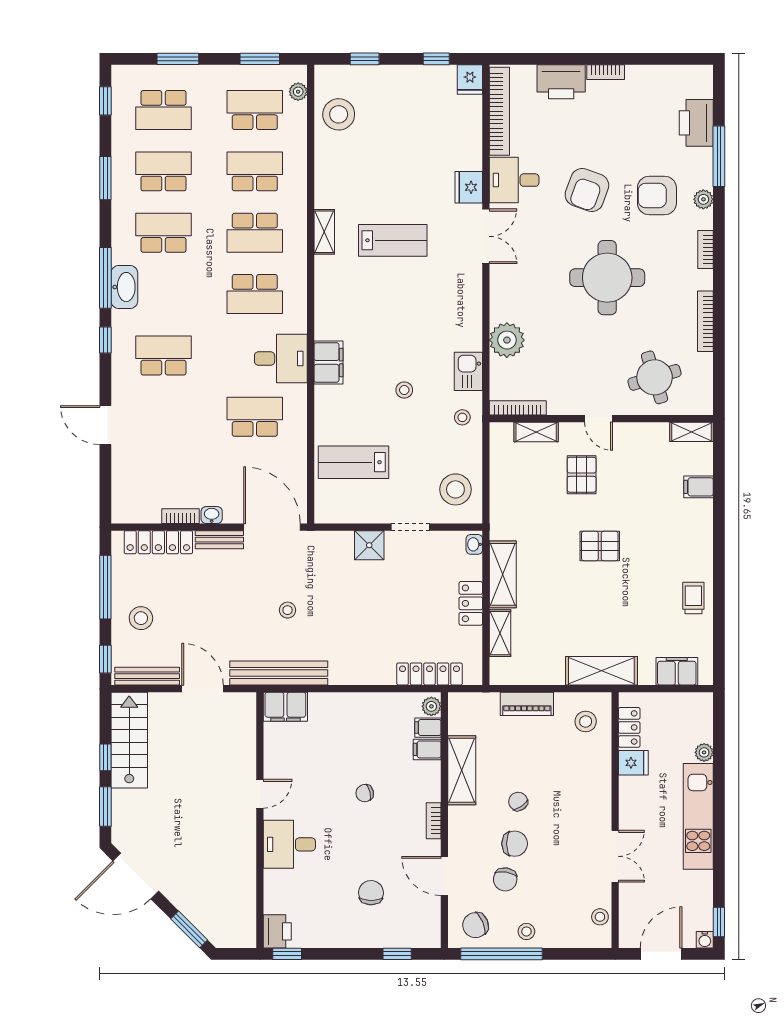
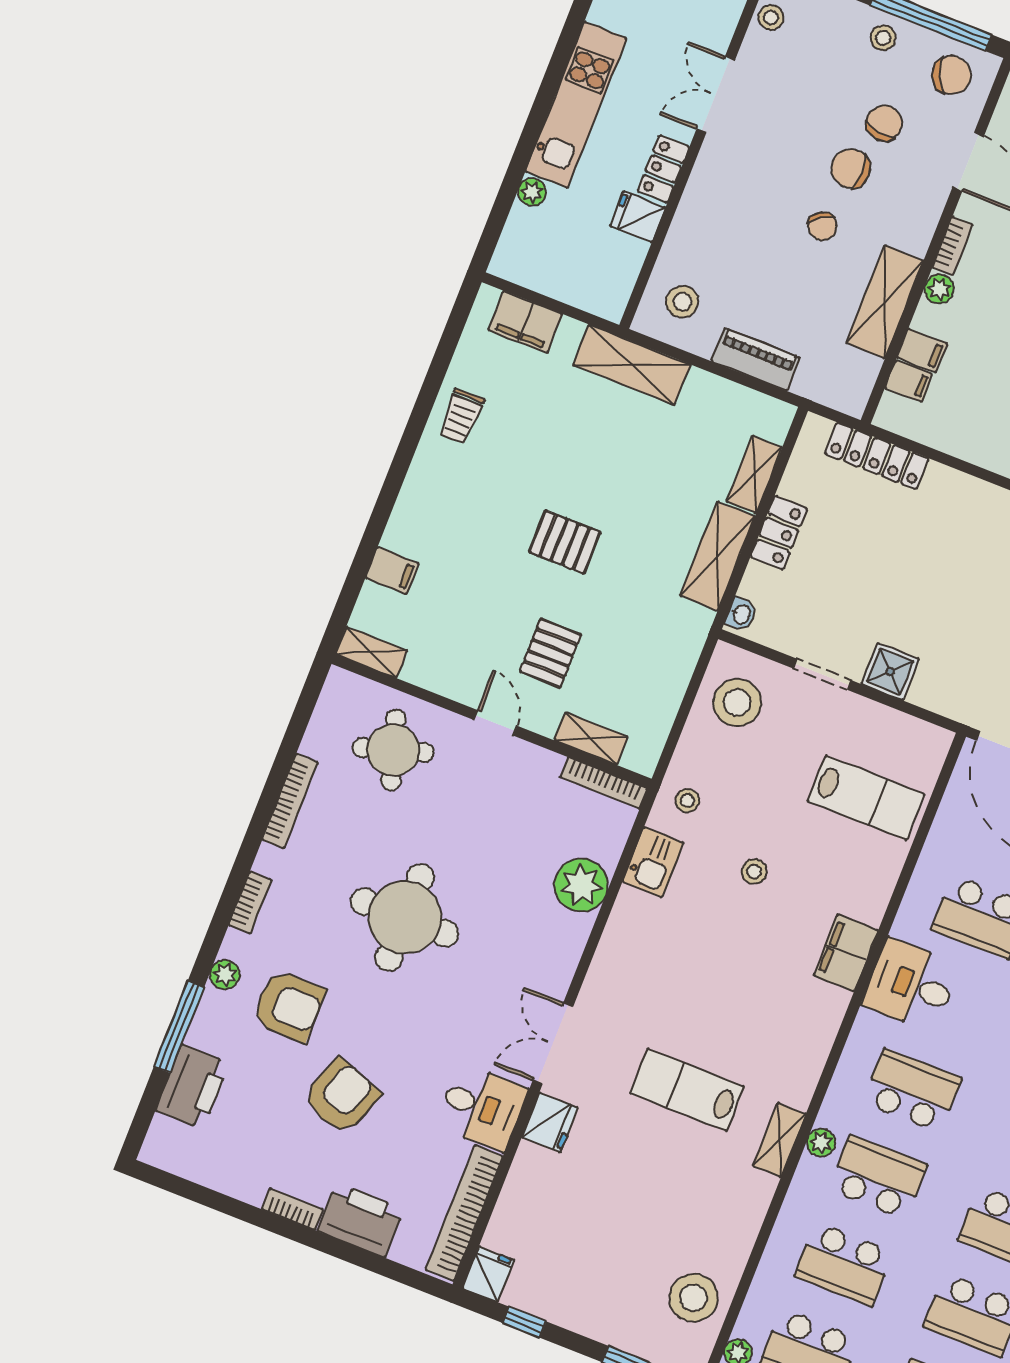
armchair: (587, 190) -> (342, 1096), moved
plant: (298, 240) -> (821, 1143), added
plant: (431, 706) -> (939, 289), moved
locker: (629, 727) -> (663, 169), moved

